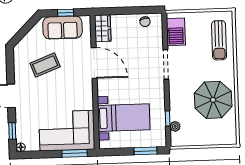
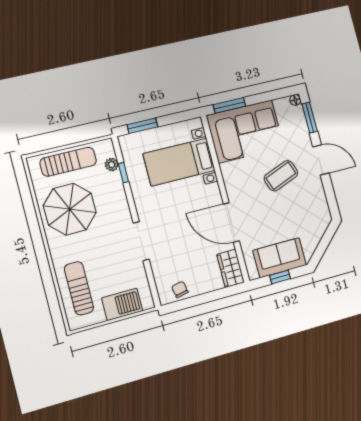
barbecue: (176, 32) -> (122, 304), moved, turned 90
coffee table: (45, 65) -> (281, 176), moved
window: (12, 131) -> (310, 118), width x1.50
sun lounger: (207, 135) -> (68, 162), added

